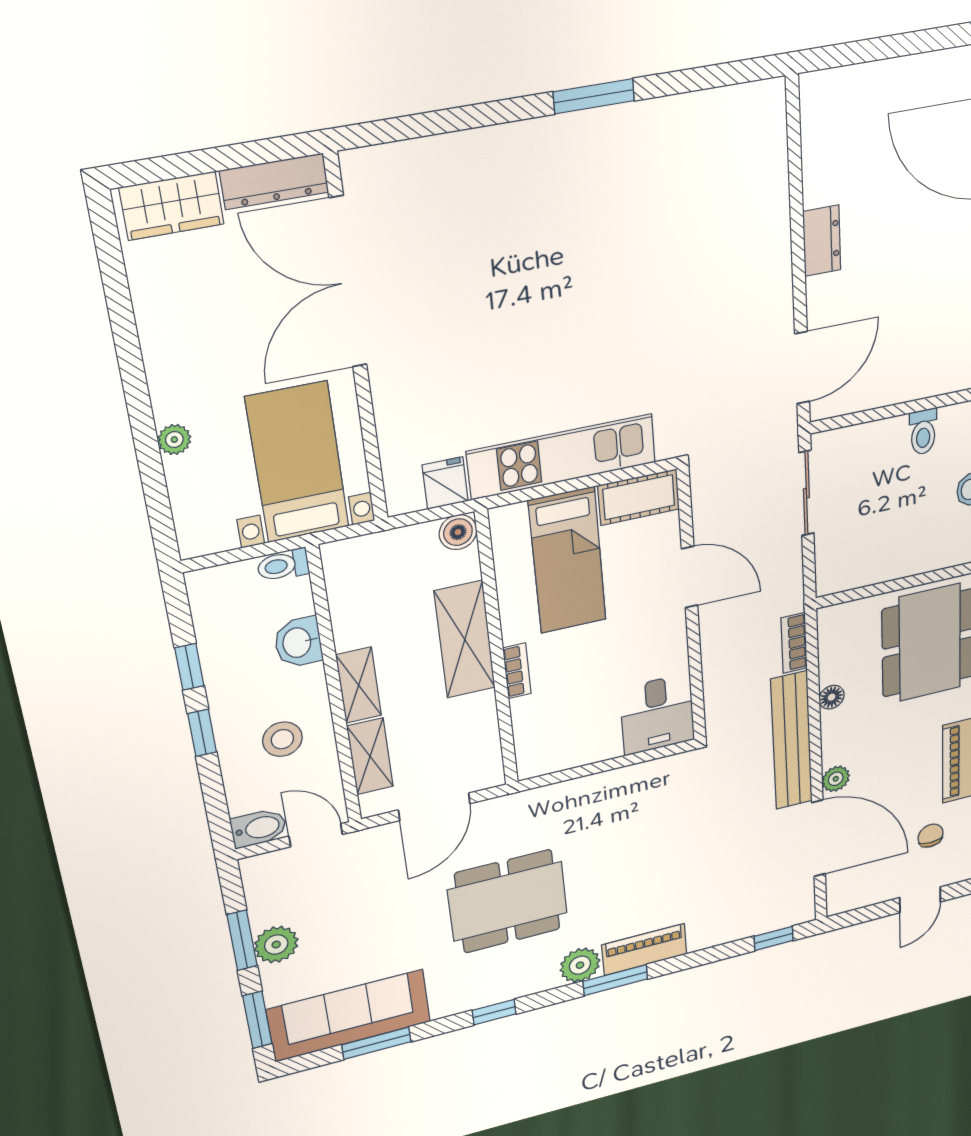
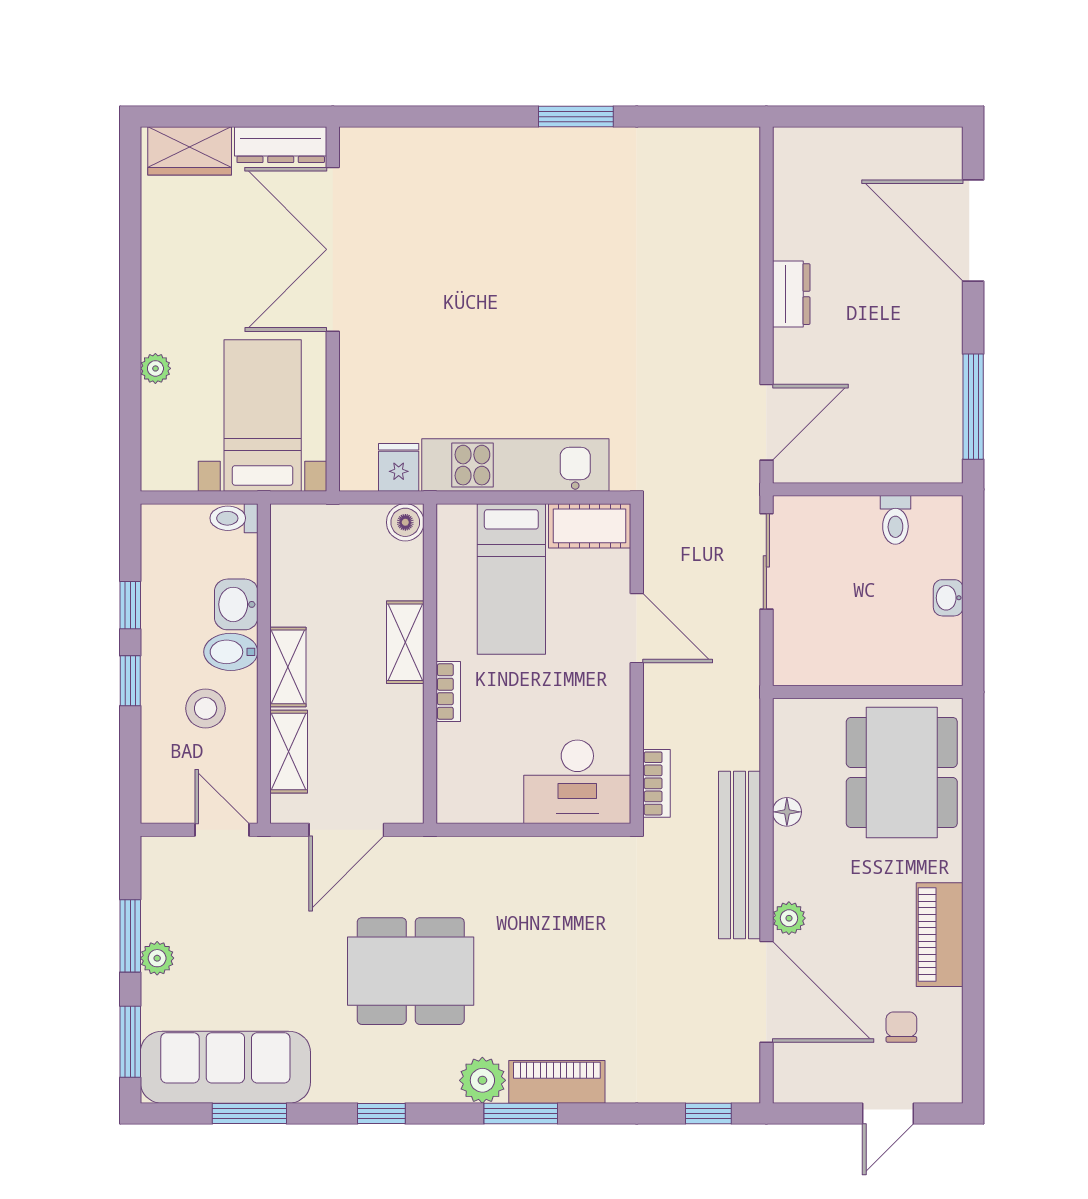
shelving: (465, 640) -> (405, 642), width x0.67, depth x0.75
bookcase: (794, 643) -> (656, 783), moved, turned 180
desk: (657, 714) -> (577, 782), width x1.37
bidet: (259, 828) -> (231, 652), moved, turned 180
plant: (276, 945) -> (157, 958), width x0.73, depth x0.73

